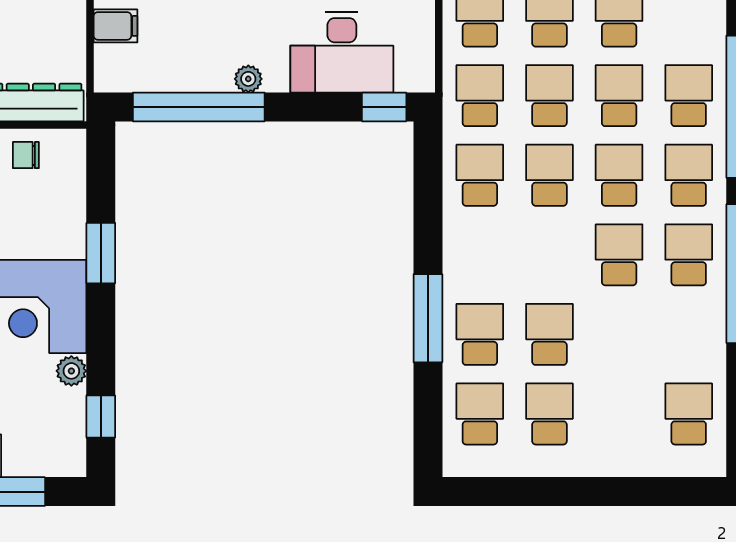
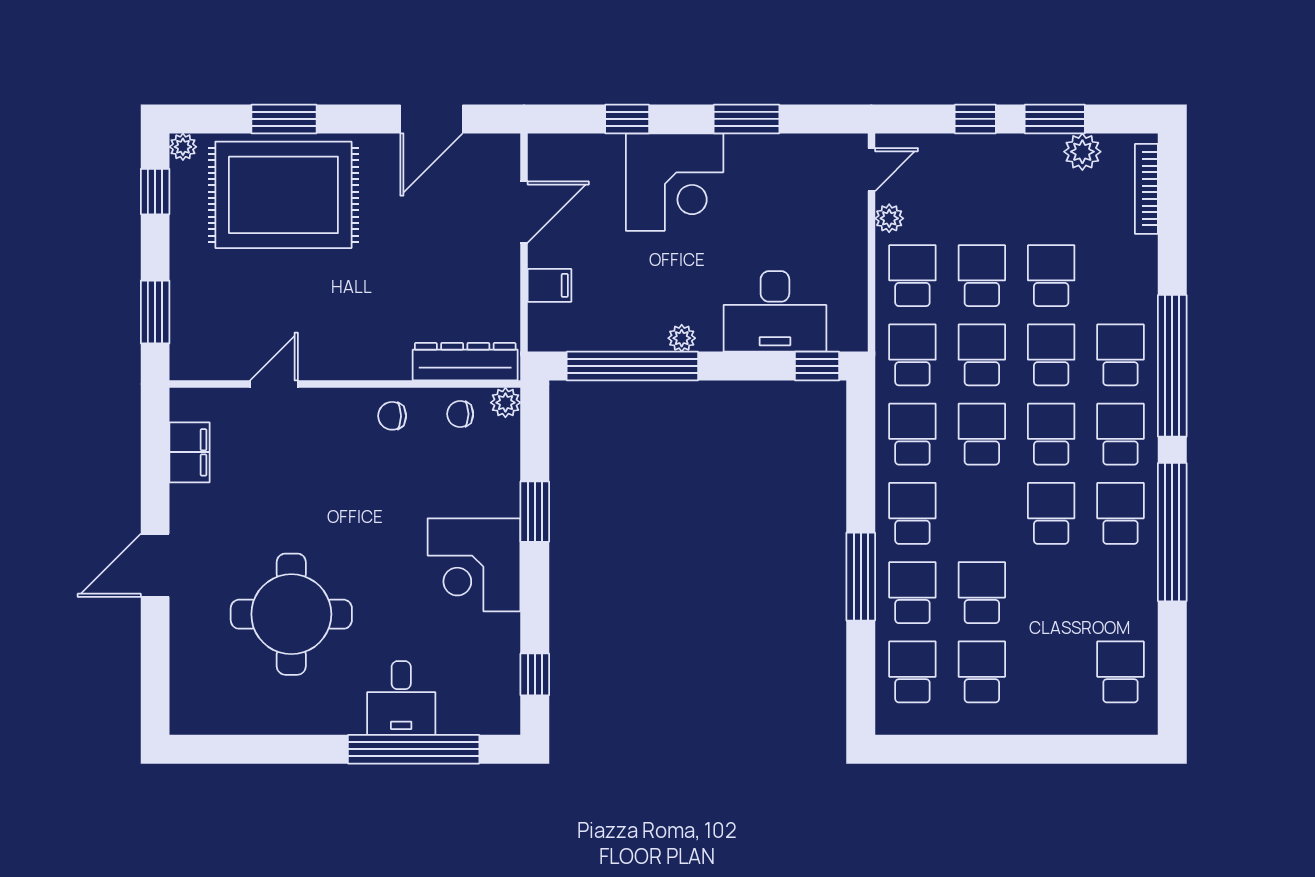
school desk: (480, 255) -> (912, 513), added
plant: (71, 371) -> (505, 403), moved

